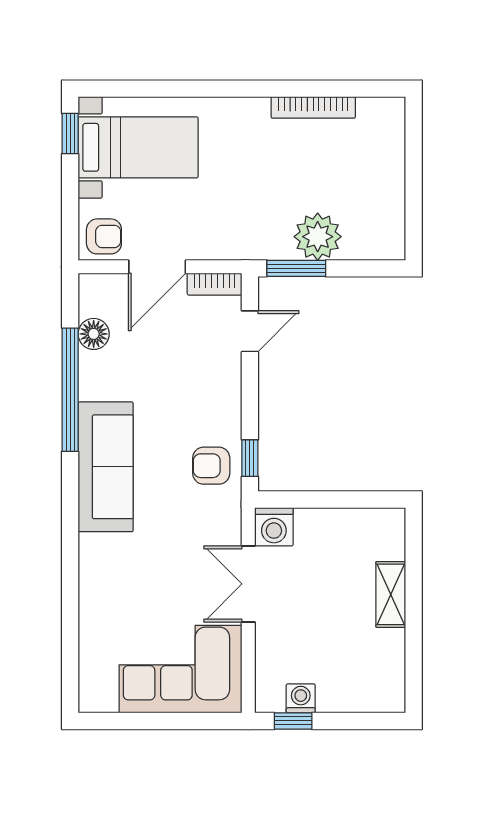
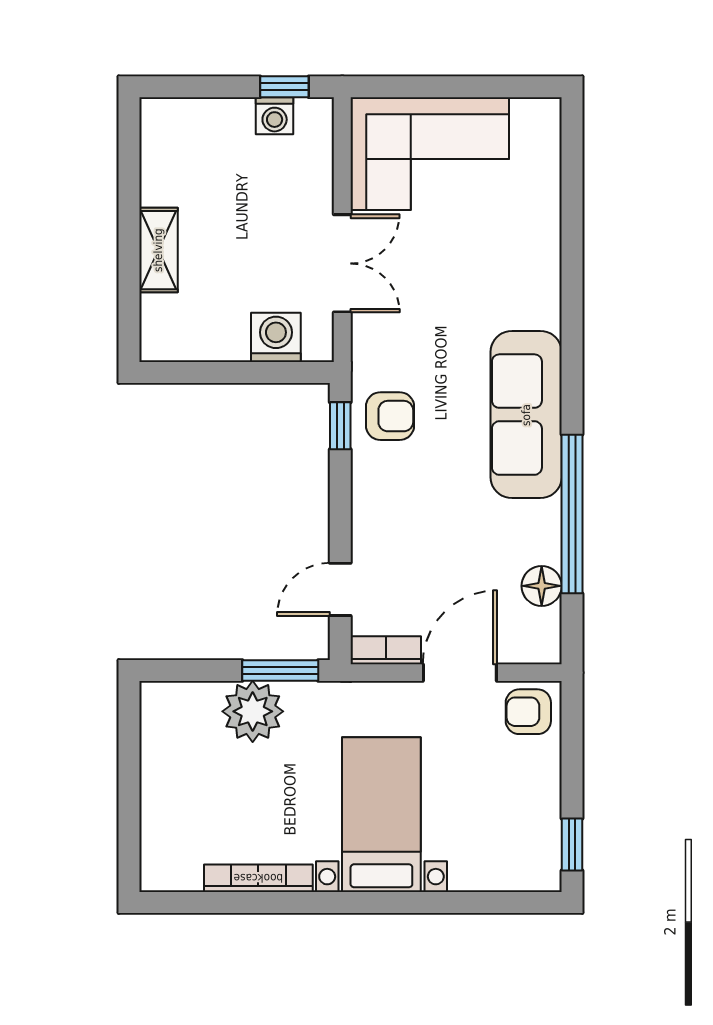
bed with nightstands: (138, 147) -> (381, 815), moved, turned 90
washing machine: (274, 527) -> (276, 337), moved

